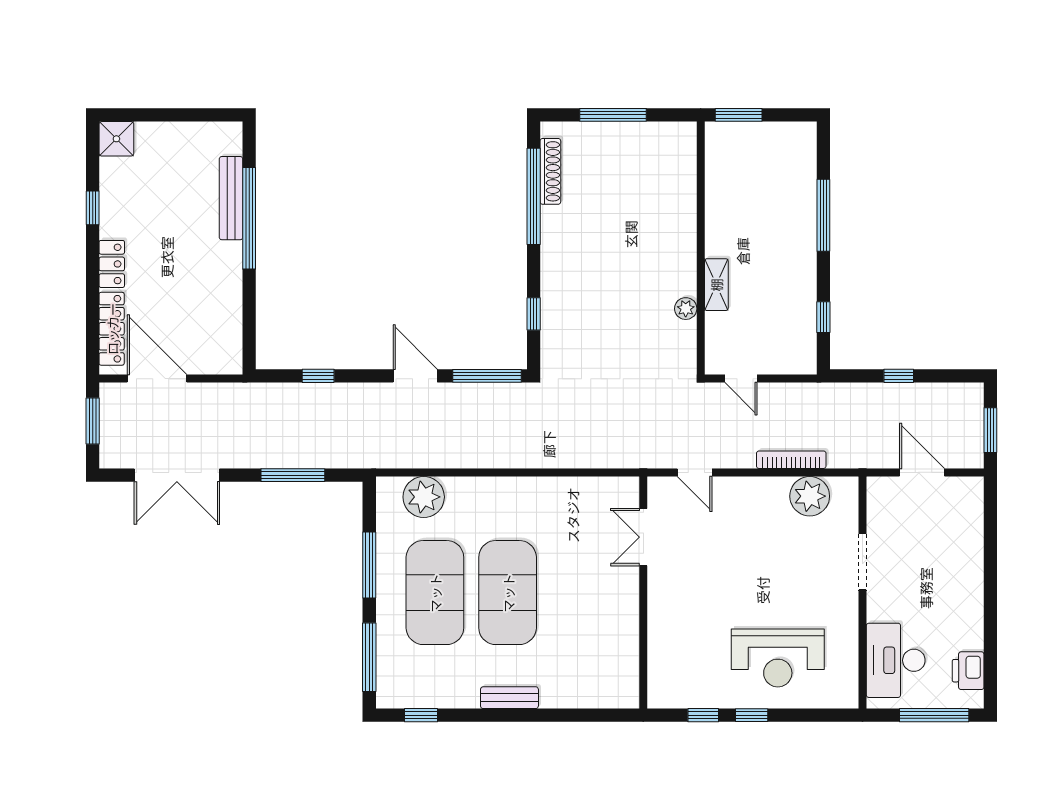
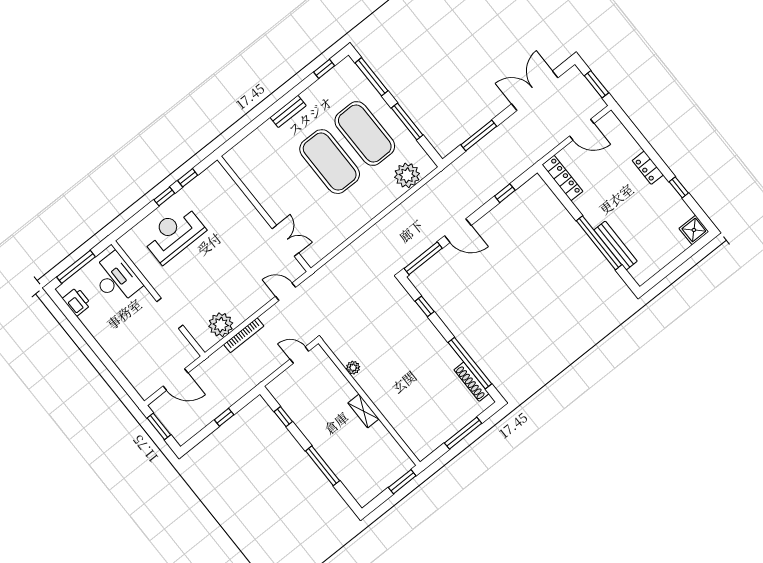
shelving: (716, 285) -> (363, 411), moved
locker: (112, 329) -> (562, 178), moved, turned 180
door: (157, 379) -> (582, 130), width x0.73

